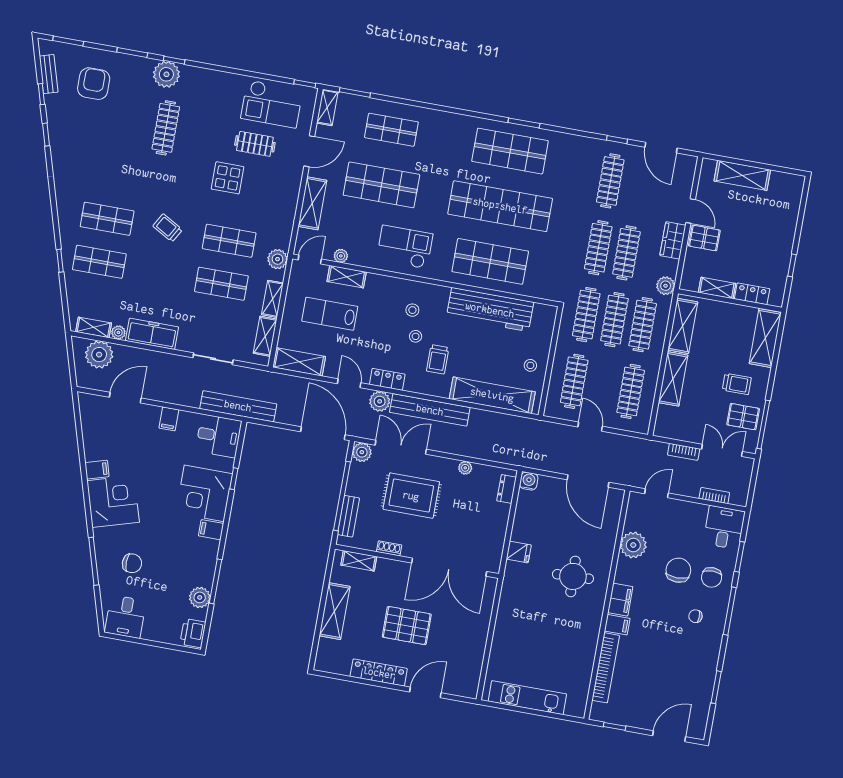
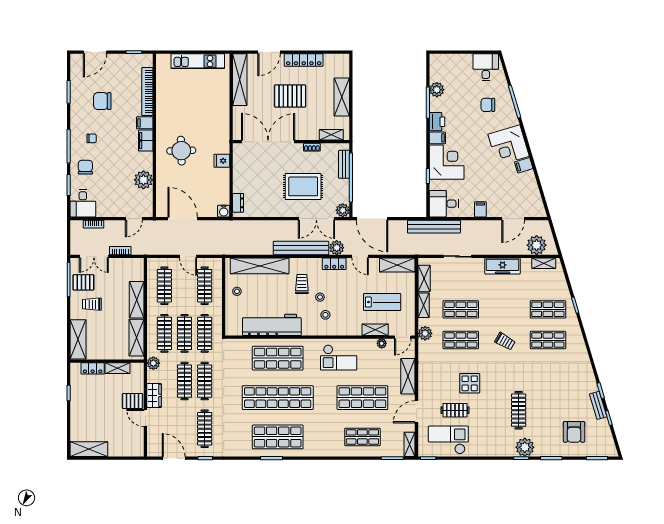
bench: (49, 74) -> (598, 405), moved
shelving: (742, 175) -> (89, 449), moved
plant: (118, 332) -> (526, 263), removed
plant: (465, 468) -> (269, 212), removed
chair: (678, 570) -> (102, 101), moved, turned 90
printer: (193, 633) -> (437, 122), moved
shelving: (473, 661) -> (240, 80), added

